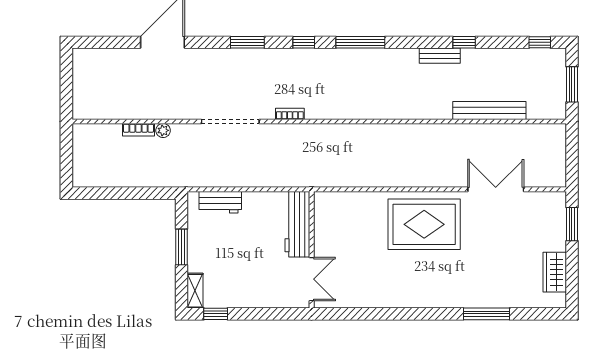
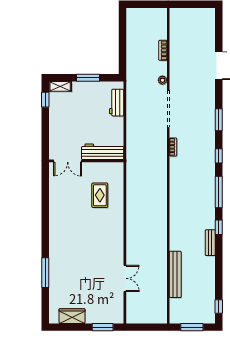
window: (464, 42) -> (219, 227), moved
plant: (163, 130) -> (162, 80), moved
double door: (496, 189) -> (125, 278), width x0.73
rug: (424, 224) -> (100, 195), moved, width x0.54, depth x0.49

